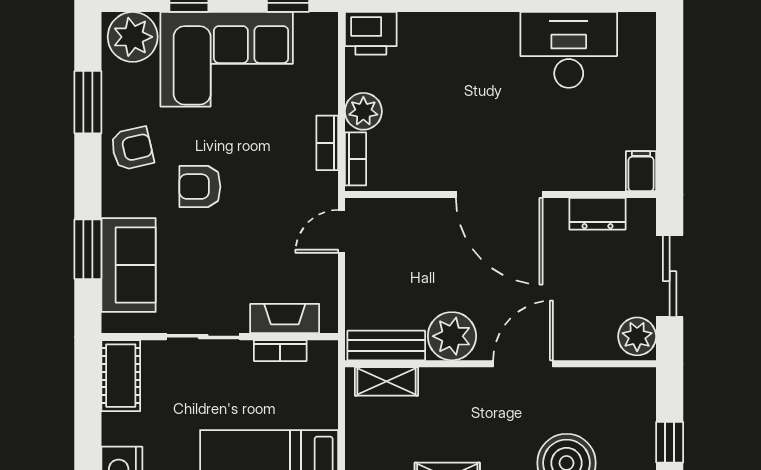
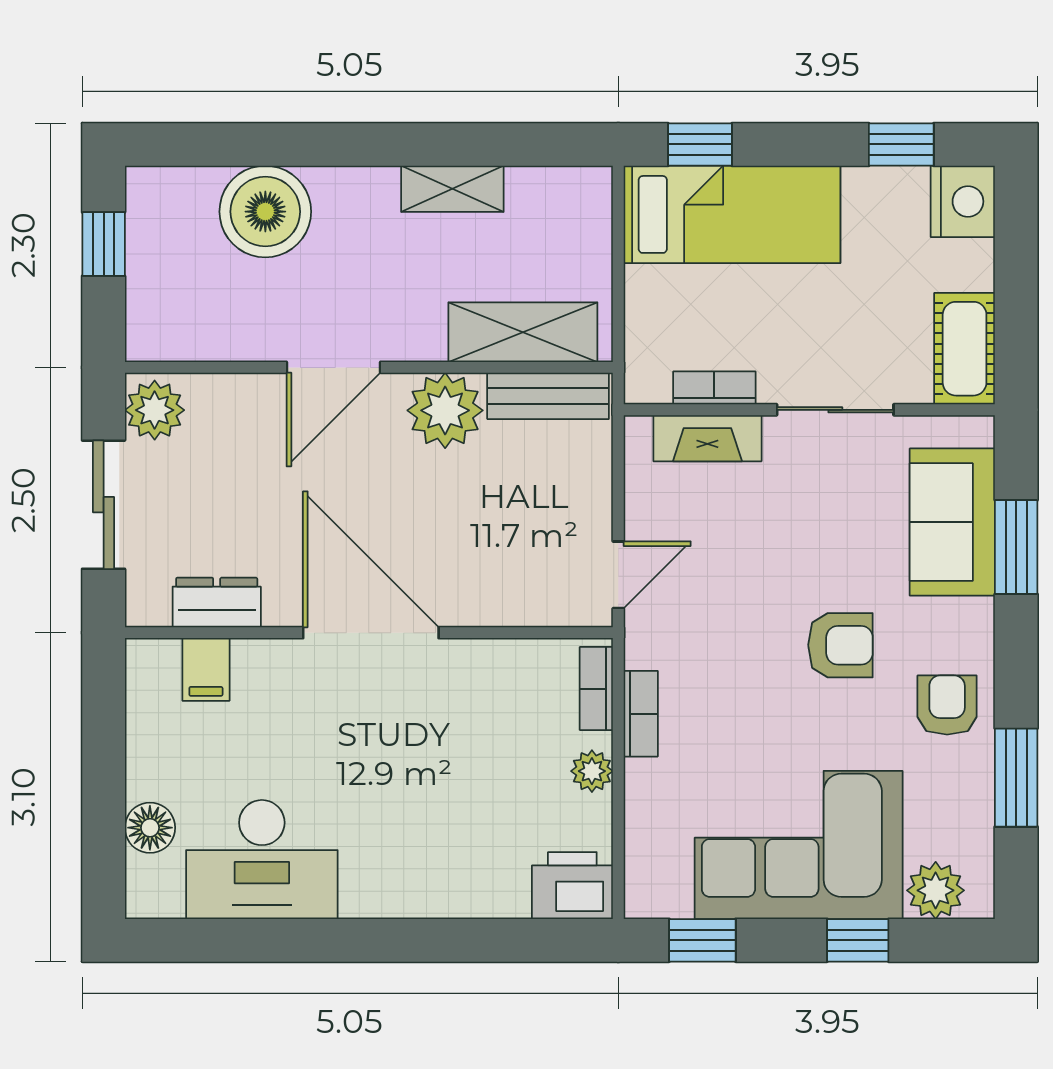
plant: (133, 37) -> (936, 890), width x0.73, depth x0.73
floor lamp: (640, 70) -> (150, 828), added
plant: (363, 111) -> (592, 771), width x0.73, depth x0.73
armchair: (132, 148) -> (947, 705), turned 103
filing cabinet: (641, 171) -> (206, 669), moved
shelving: (386, 381) -> (523, 332), width x1.50, depth x1.33

